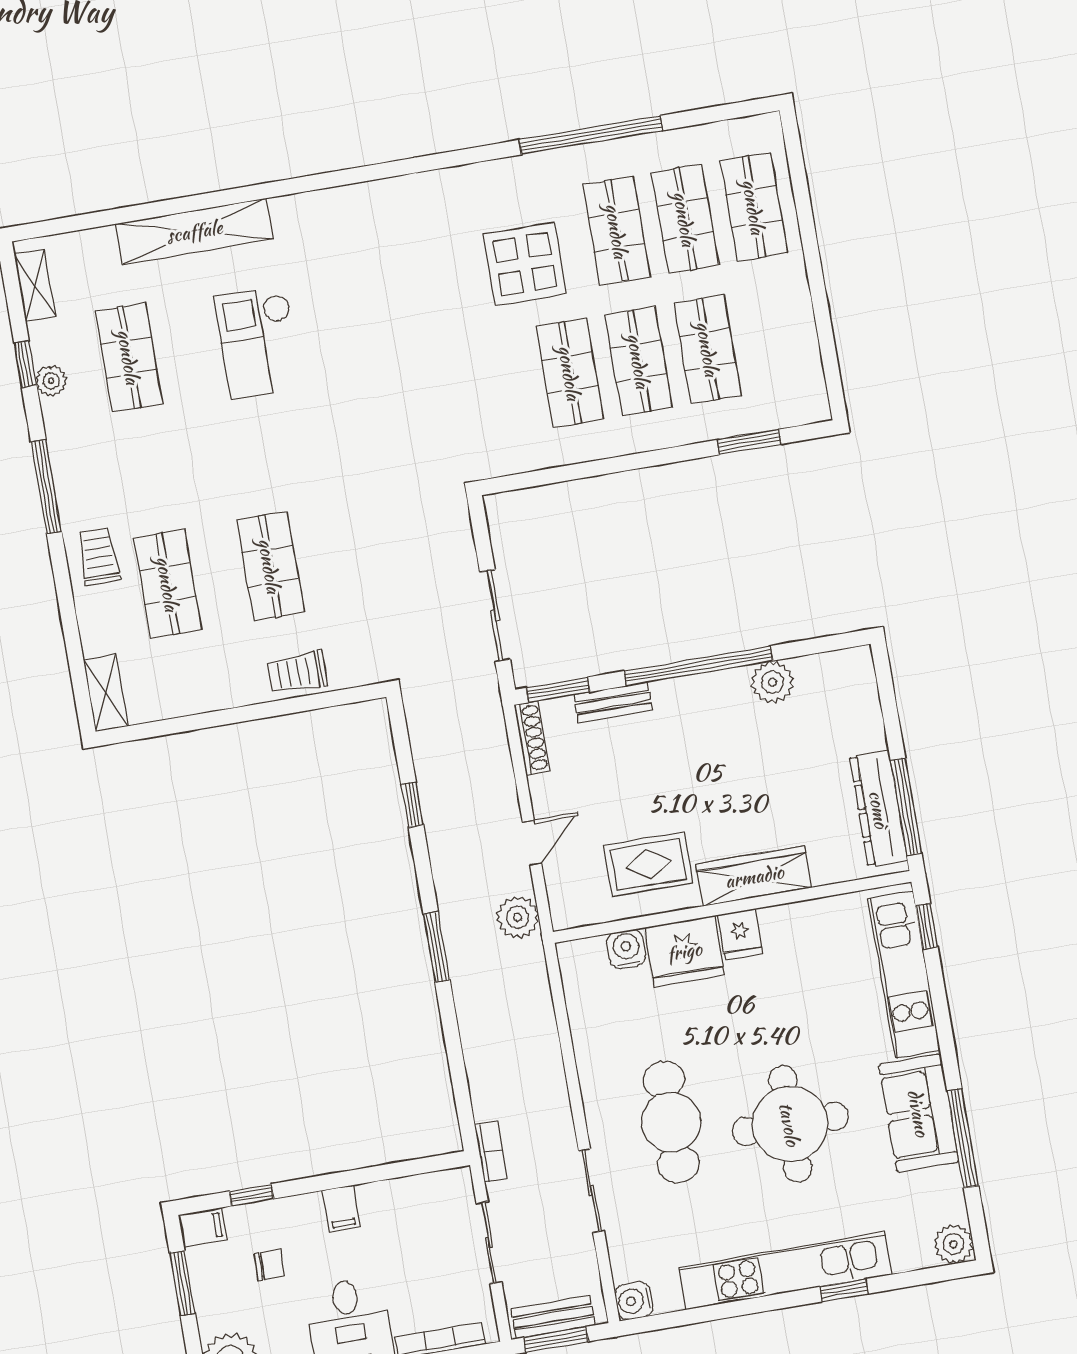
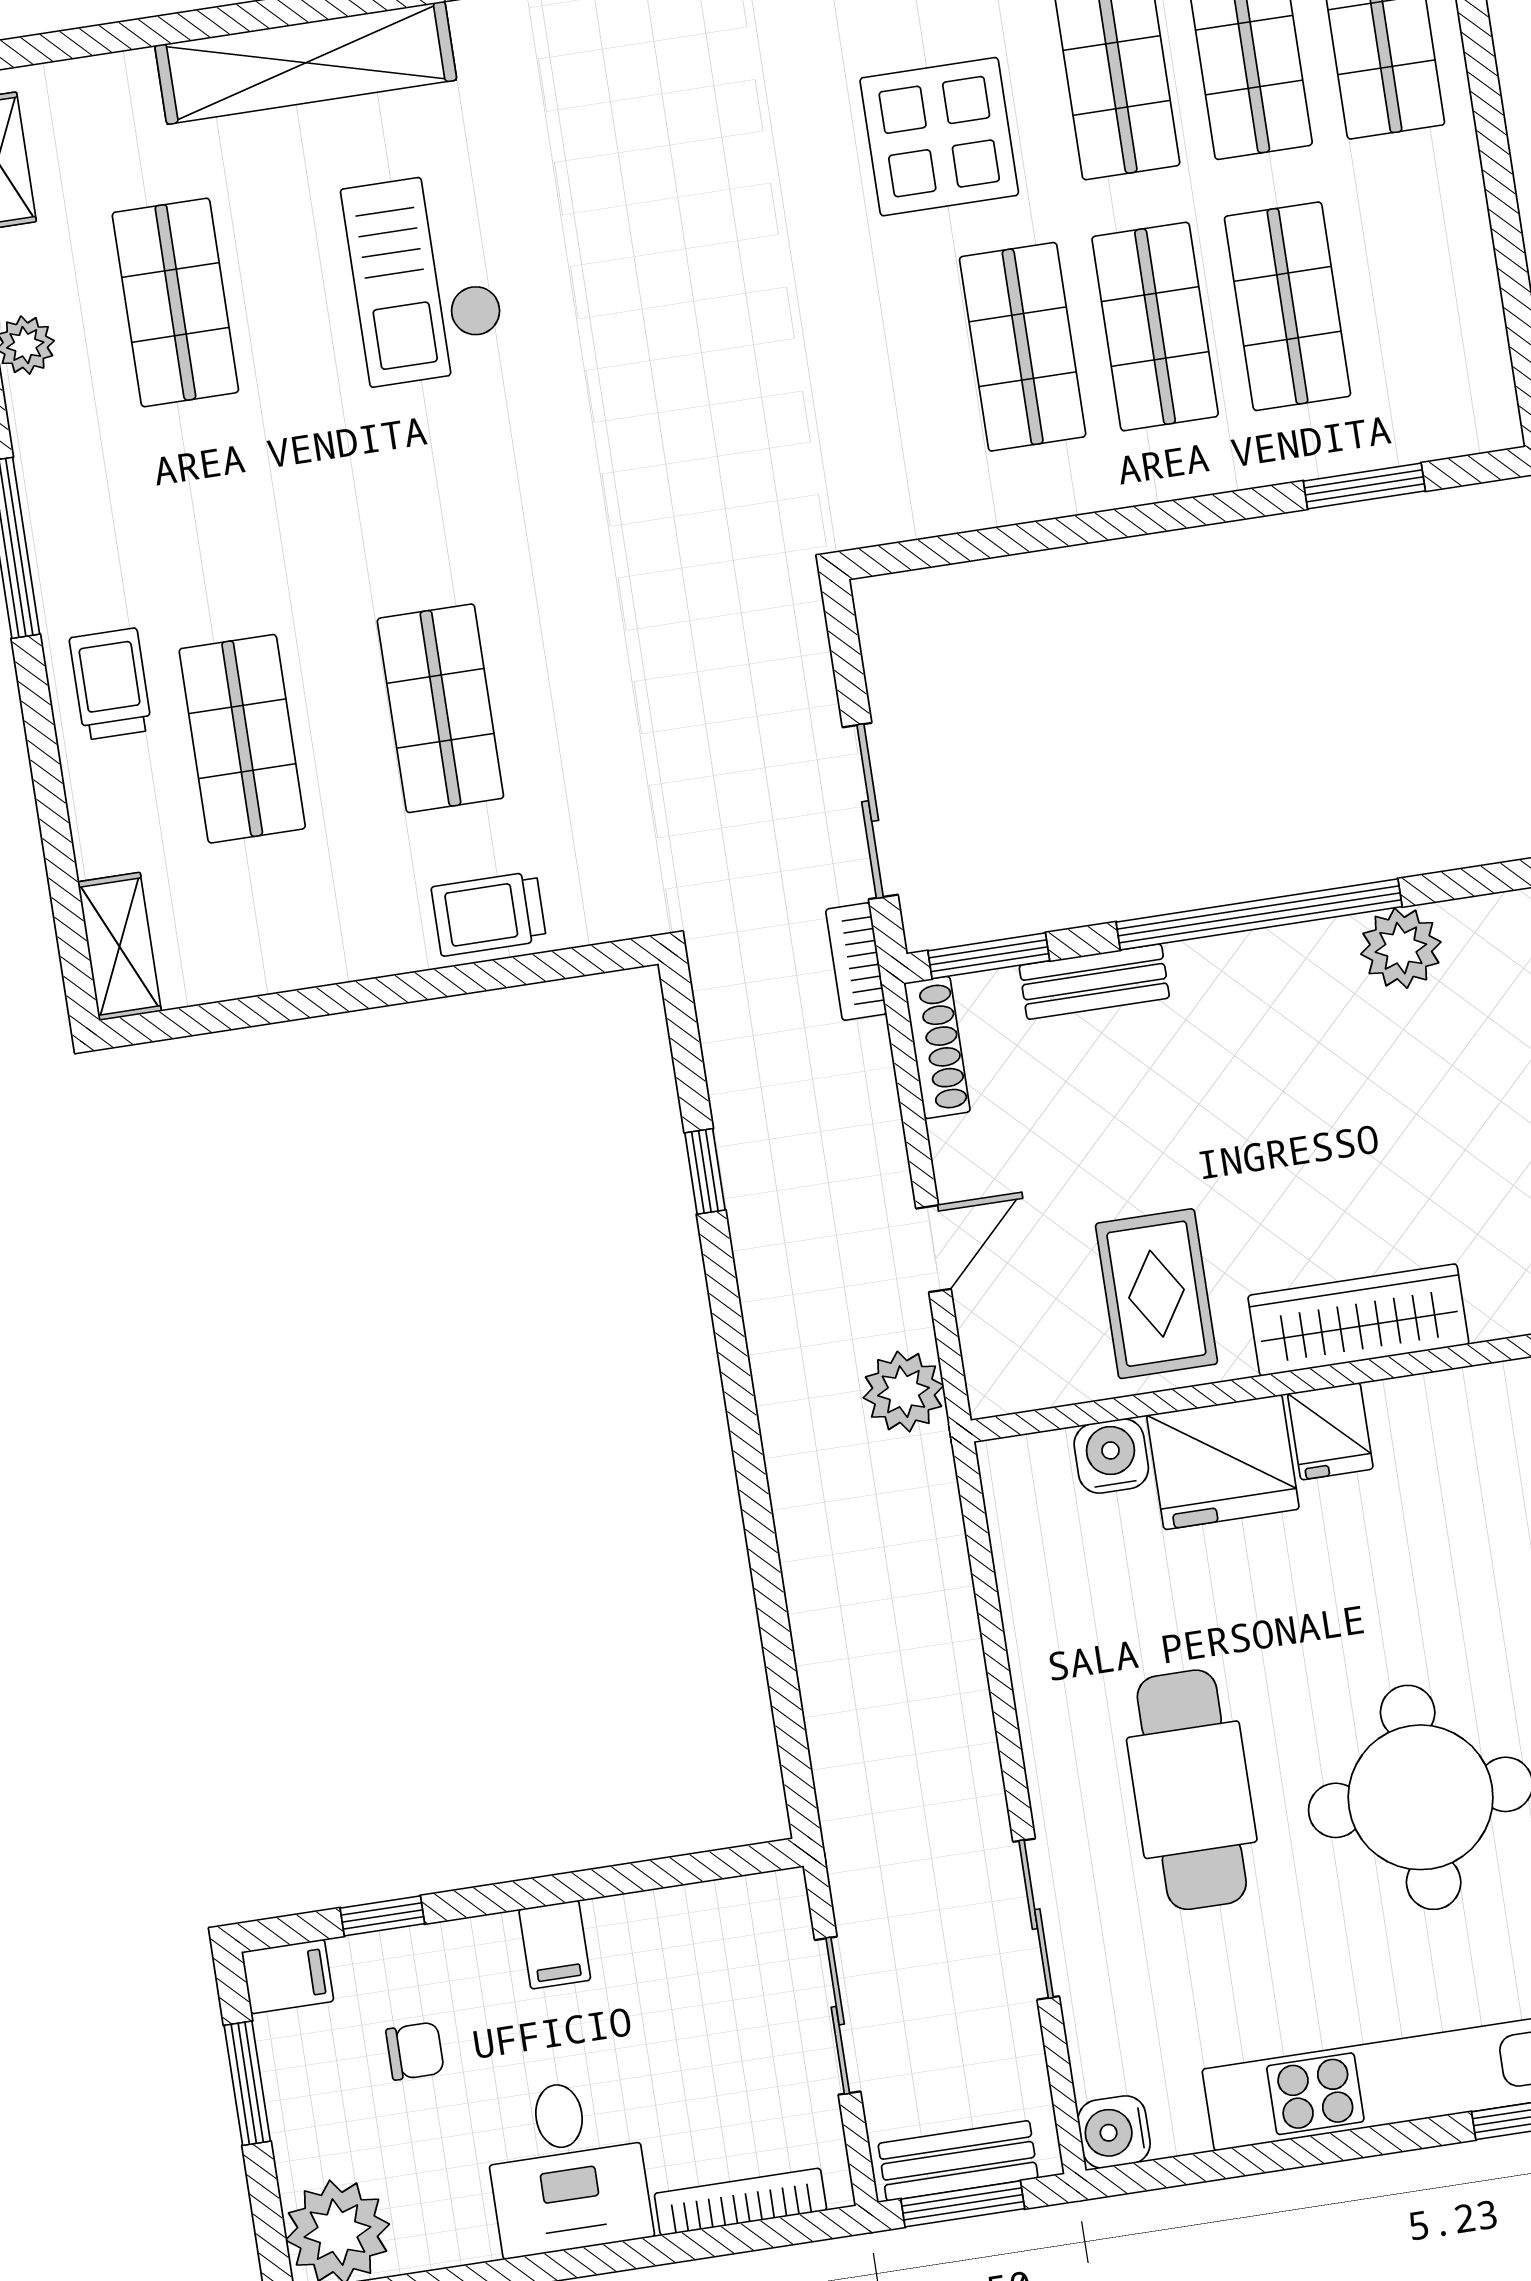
rug: (648, 864) -> (1156, 1294), turned 90
window: (437, 947) -> (747, 1445), removed
bookcase: (491, 1152) -> (856, 962), moved, turned 180

